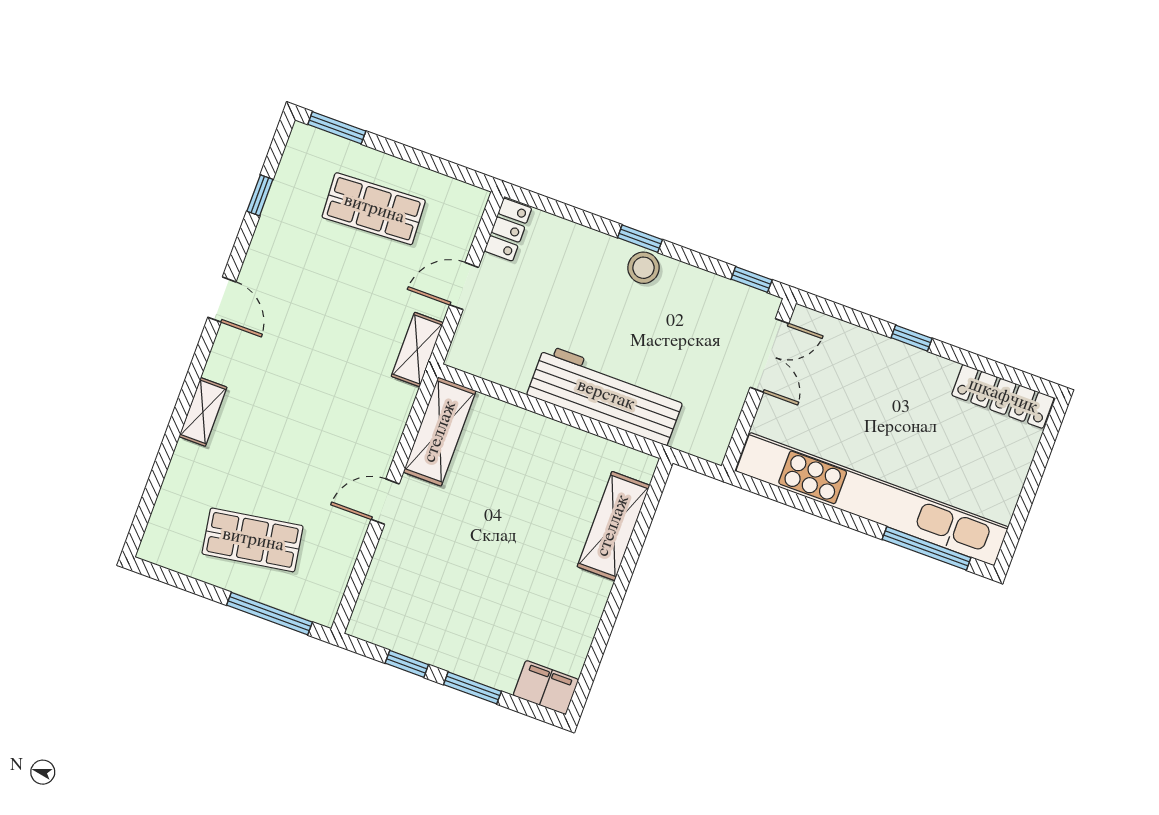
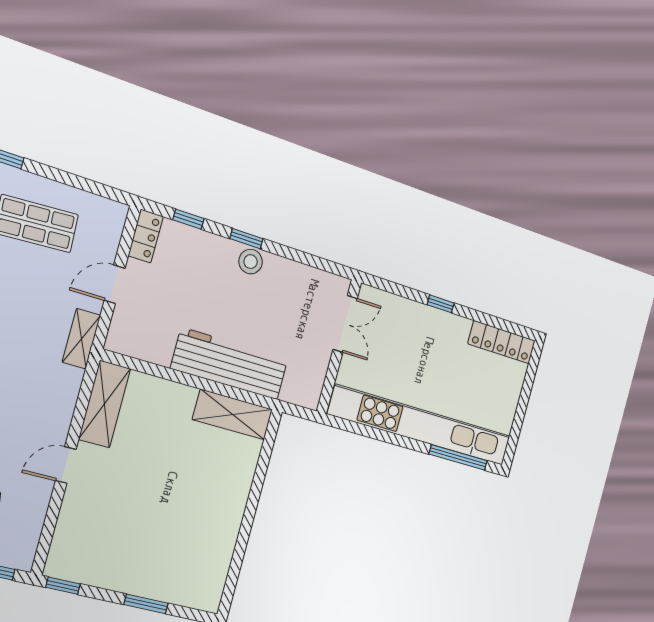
window: (752, 279) -> (188, 219), moved
shelving: (613, 526) -> (233, 414), moved, turned 90
window: (407, 664) -> (63, 586), moved
filing cabinet: (546, 688) -> (201, 596), removed

